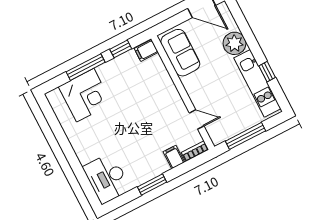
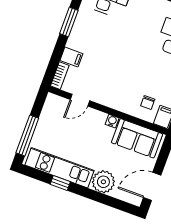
chair: (148, 72) -> (148, 102), added
water cooler: (187, 82) -> (112, 121), added
window: (246, 136) -> (27, 136), moved

